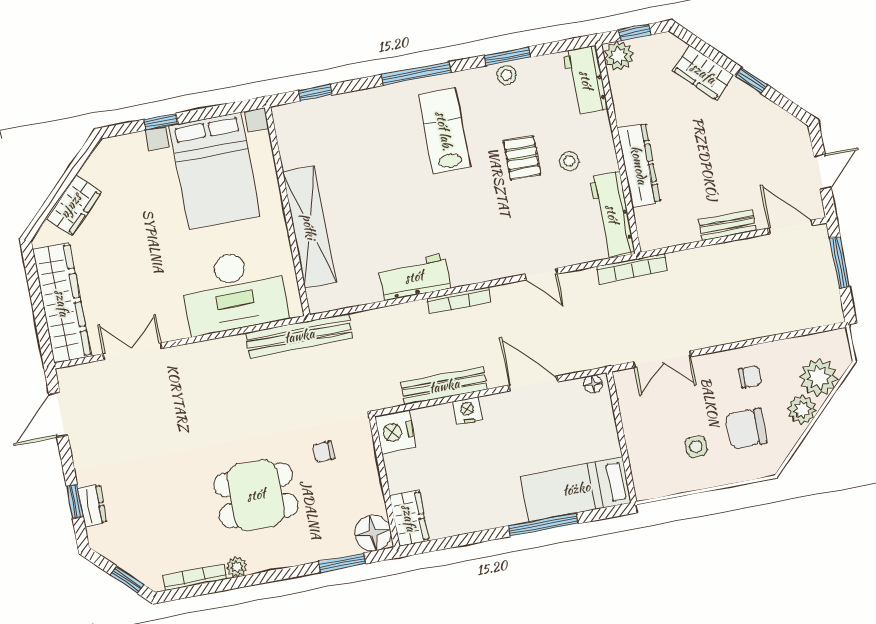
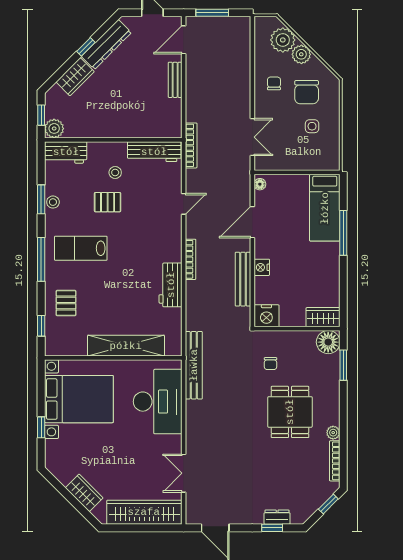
pallet: (357, 124) -> (66, 303), added
dresser: (639, 165) -> (106, 45), moved, turned 135

